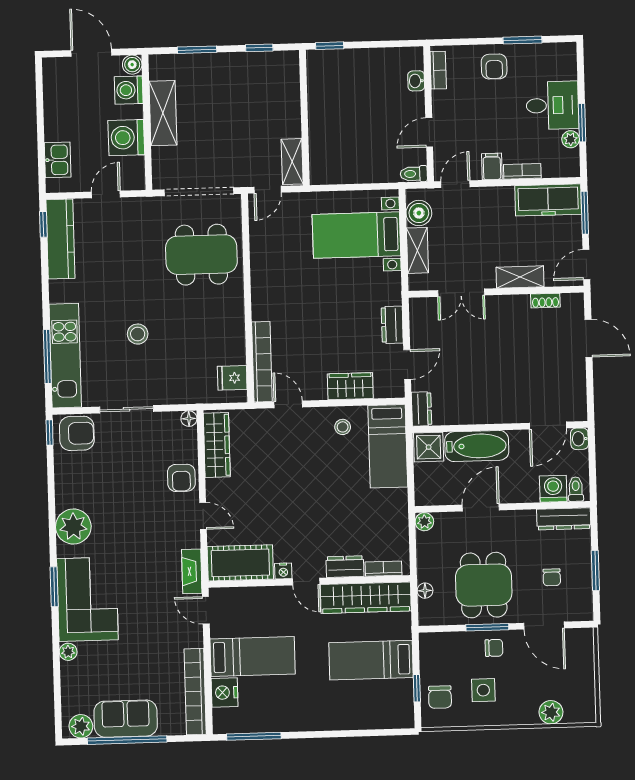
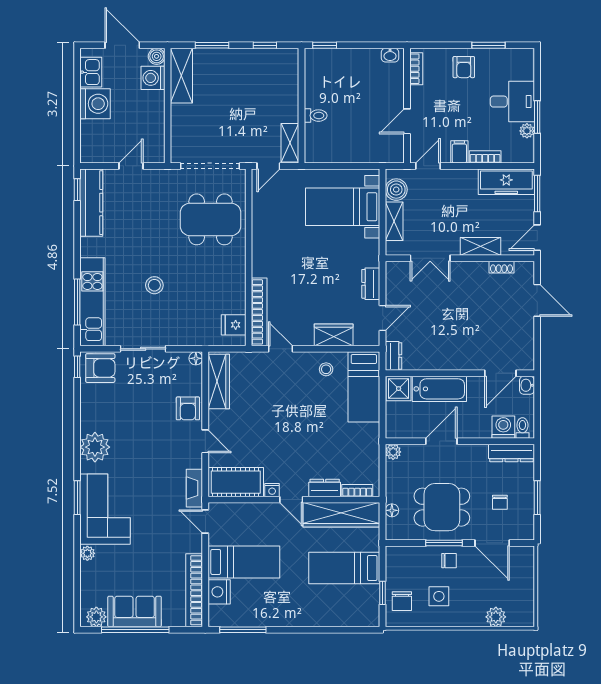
washbasin: (416, 81) -> (390, 55), moved, turned -90
shelving: (163, 113) -> (181, 76), moved
washing machine: (126, 138) -> (95, 104), moved, turned 180
kitchen sink: (58, 160) -> (91, 72), moved
toilet: (414, 174) -> (316, 116), moved, turned 180
dining table: (484, 585) -> (442, 507), turned 90

